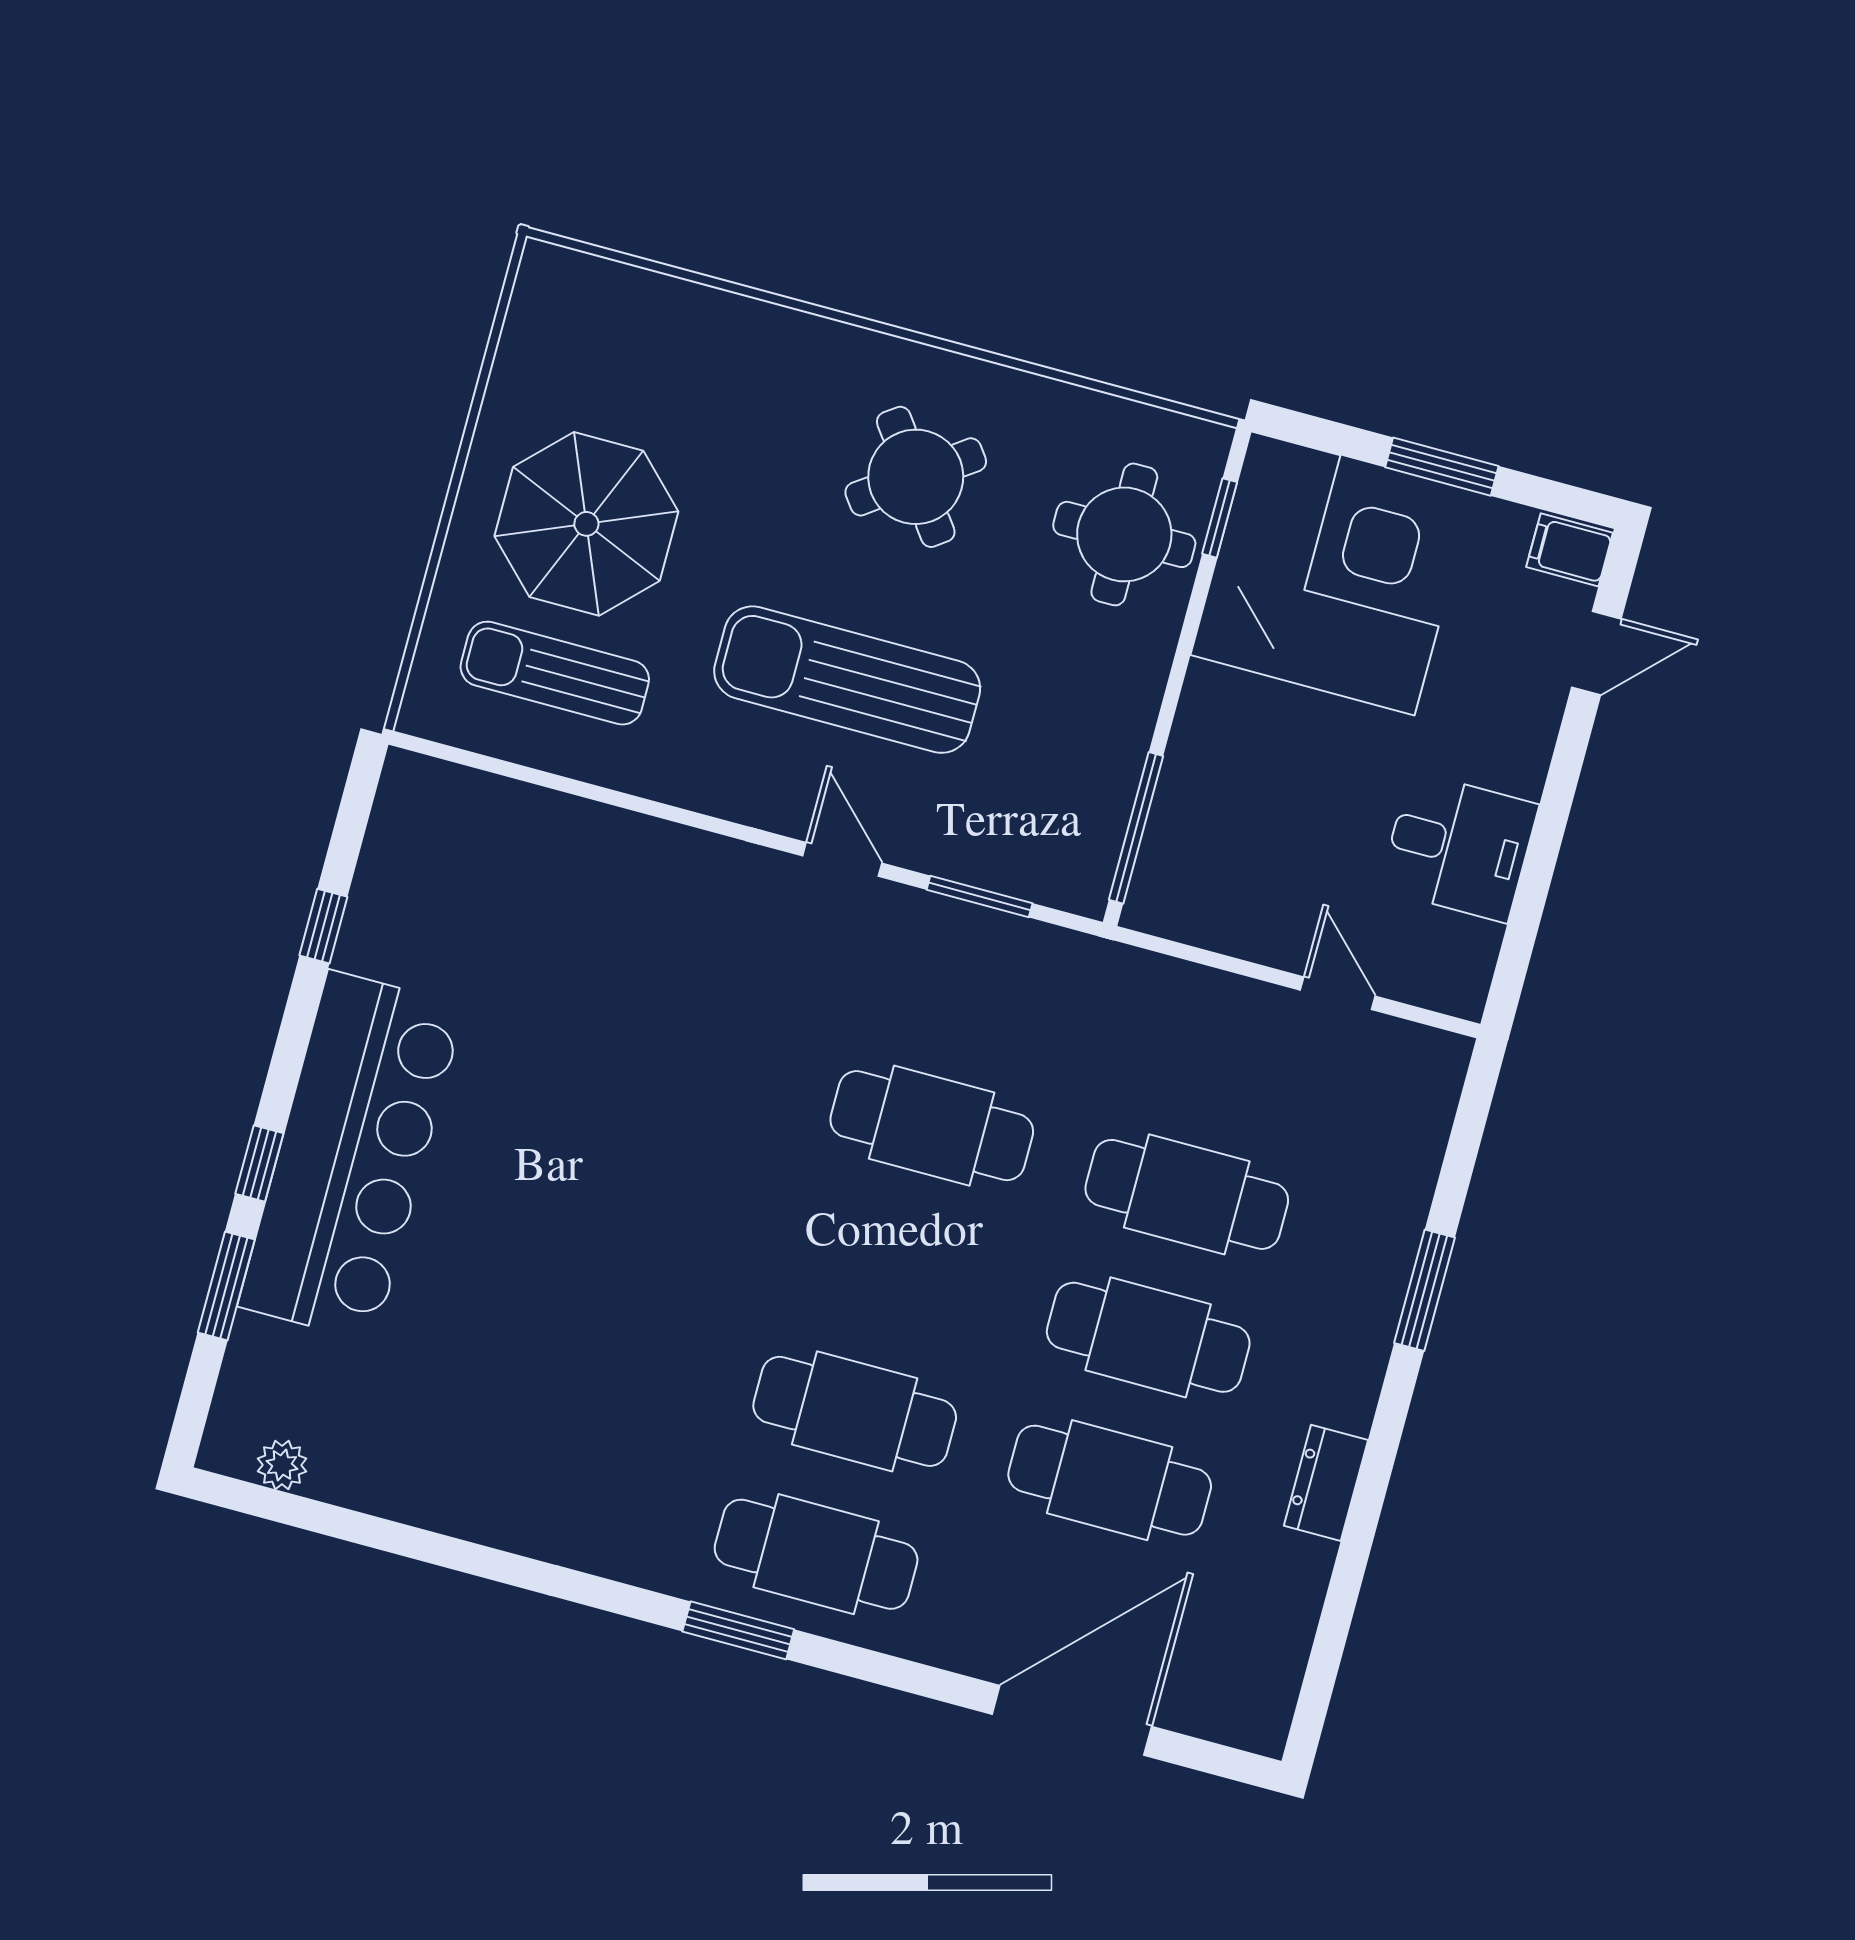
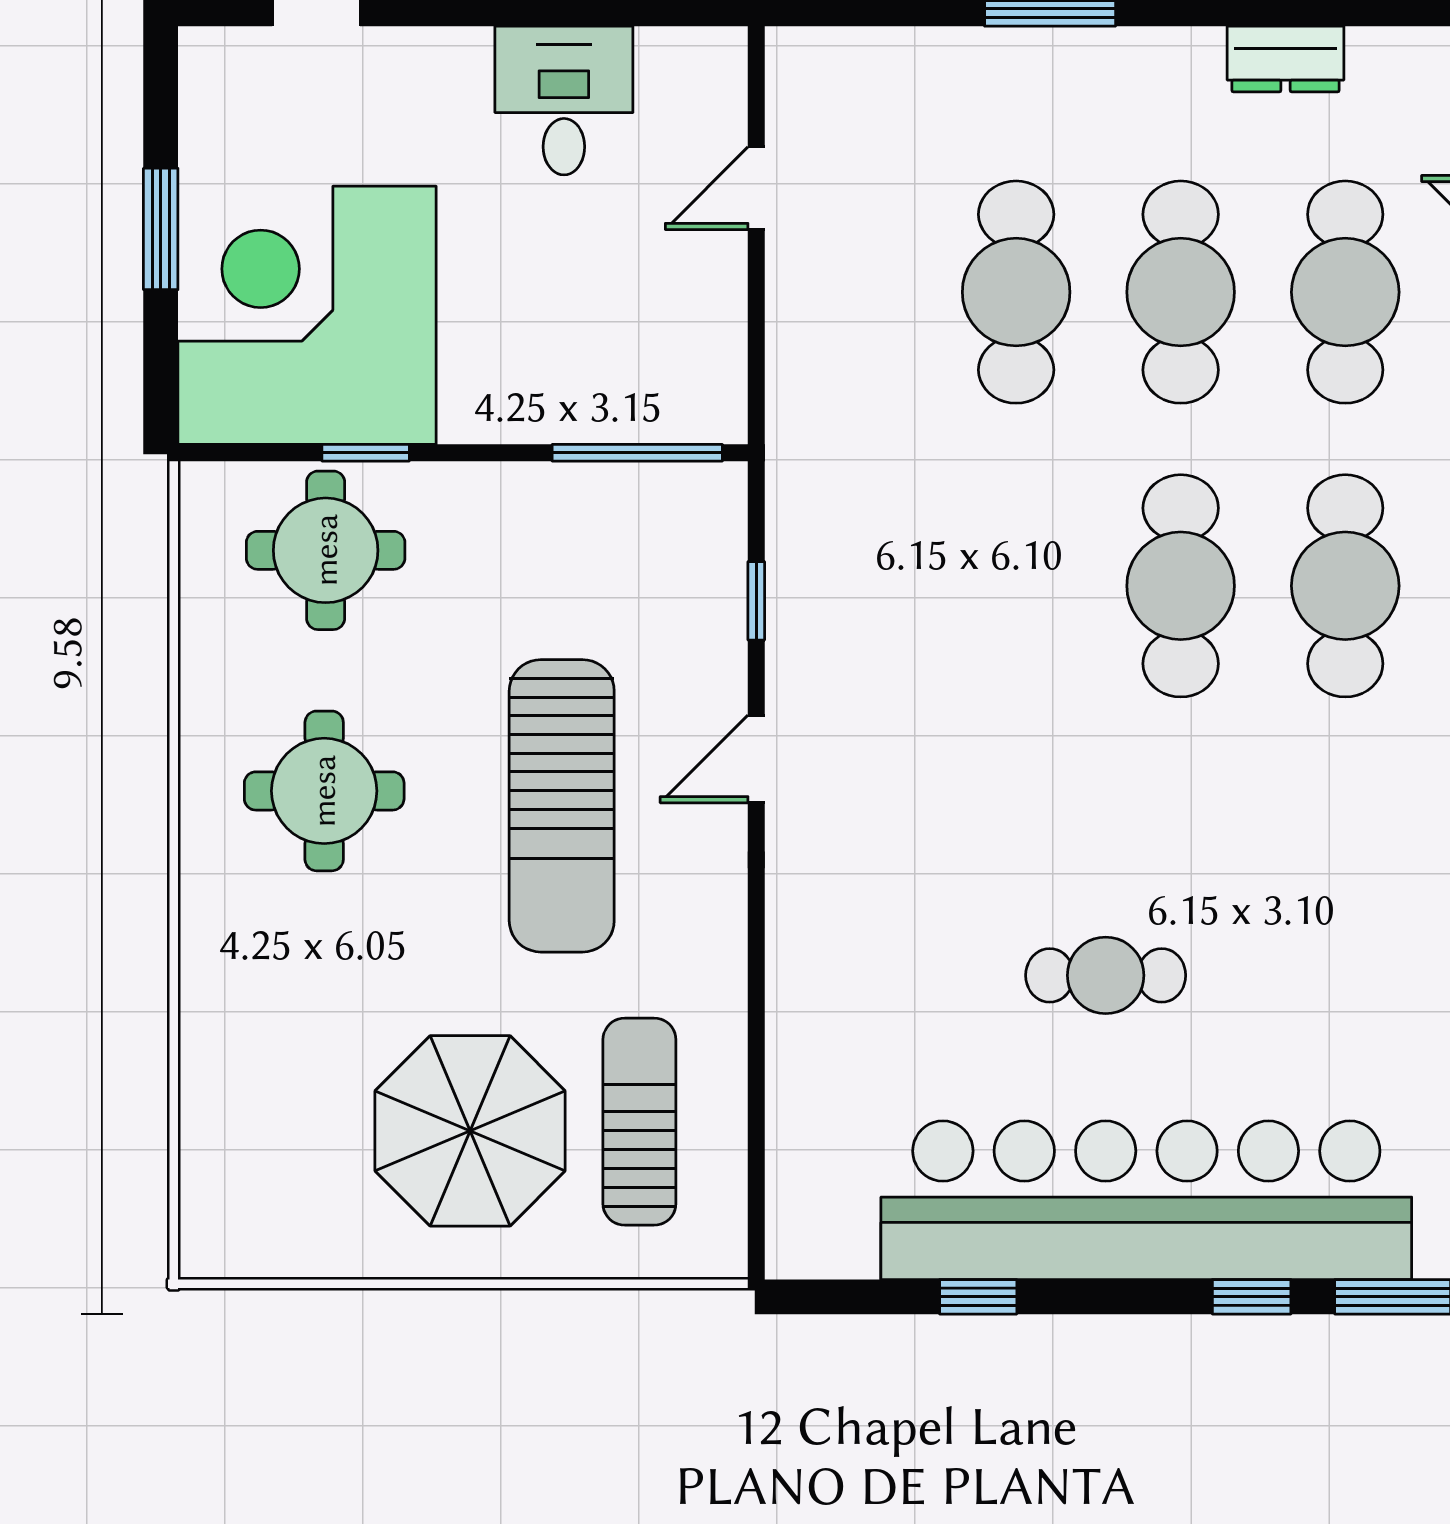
round table: (916, 477) -> (324, 791), turned 36
window: (1220, 518) -> (366, 453), moved
filing cabinet: (1570, 550) -> (213, 68), removed
sun lounger: (555, 673) -> (639, 1122), turned 180
window: (980, 896) -> (756, 601), width x0.67
cafe table: (573, 1112) -> (1106, 975), added
cafe table: (932, 1126) -> (1181, 586), moved
bar counter: (351, 1156) -> (1146, 1200), width x1.36

